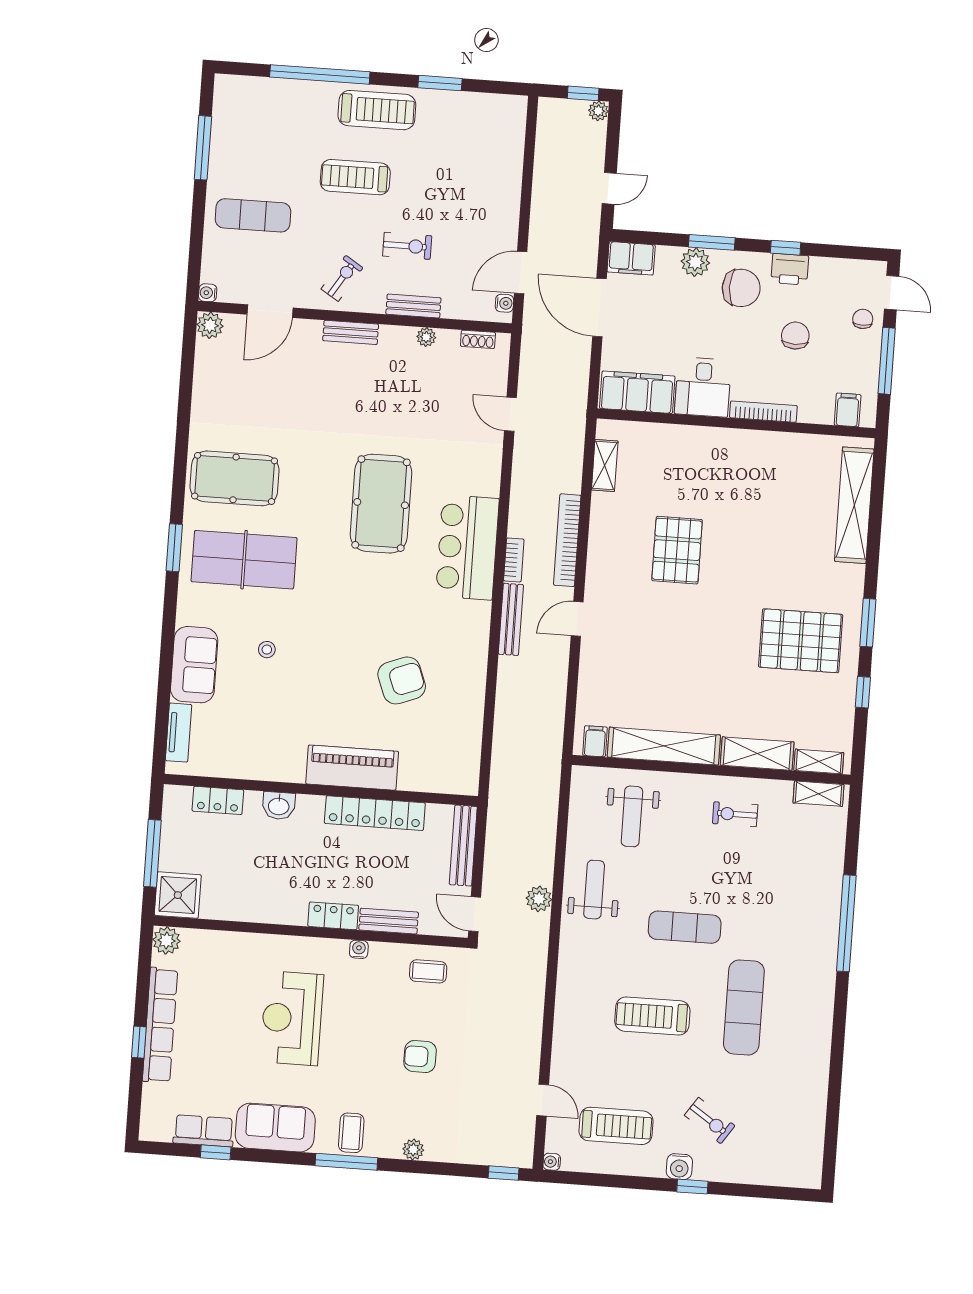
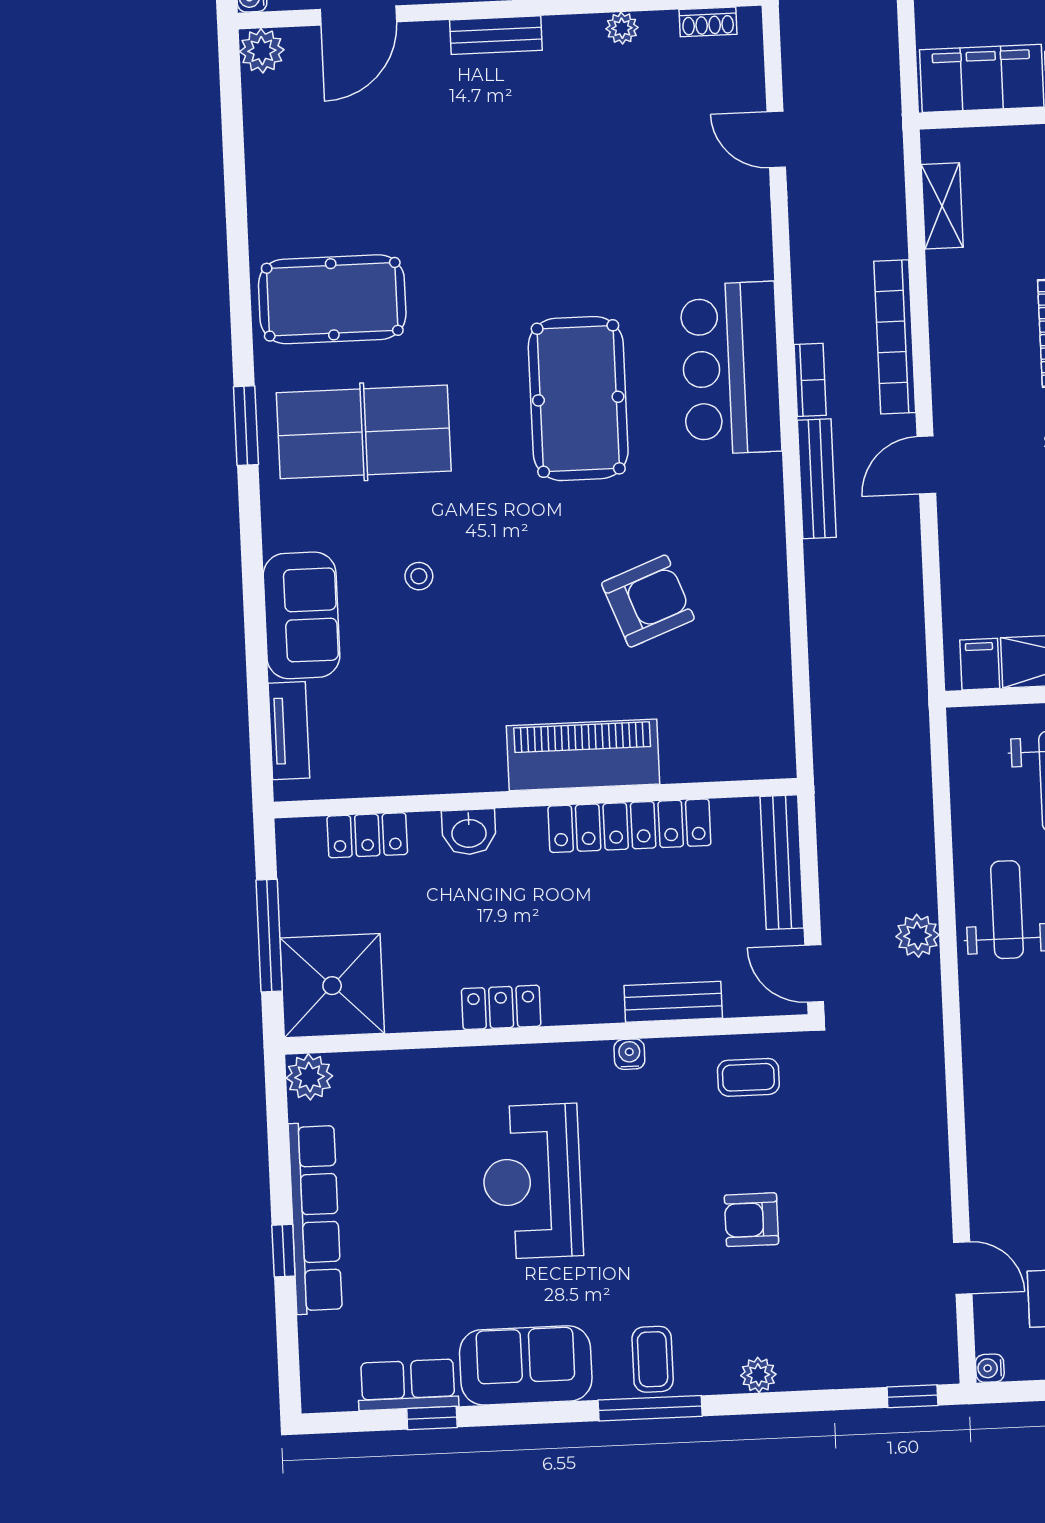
pool table: (381, 504) -> (578, 399), moved
shower: (178, 895) -> (332, 986), width x1.37, depth x1.37
locker: (333, 916) -> (501, 1007), moved

